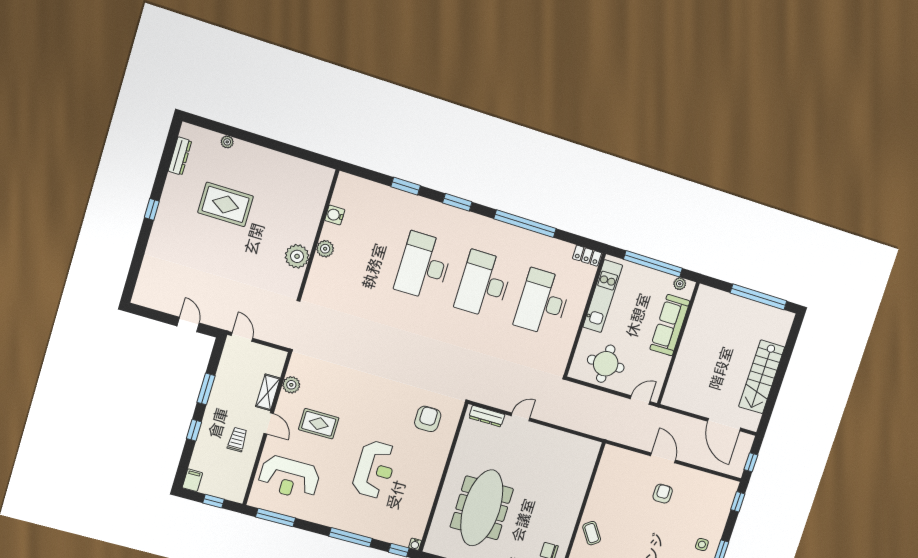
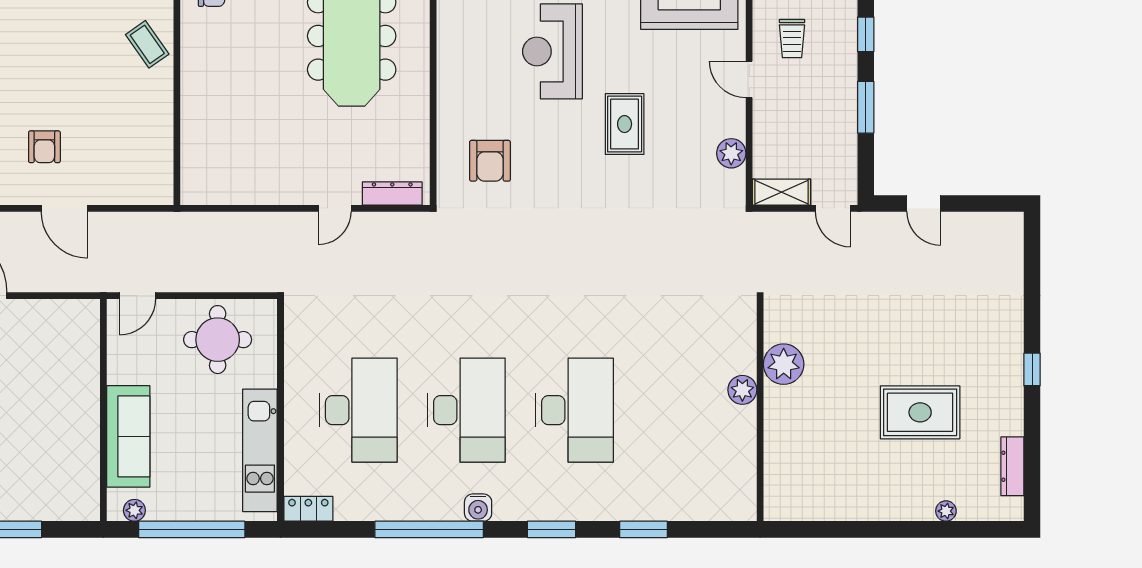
water cooler: (335, 215) -> (478, 508), moved, turned 90
shelving: (268, 392) -> (781, 192), moved, turned 90
rug: (319, 424) -> (625, 124), moved, turned 90

